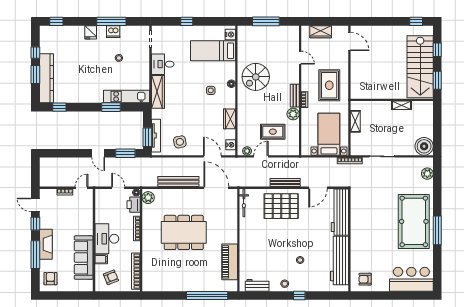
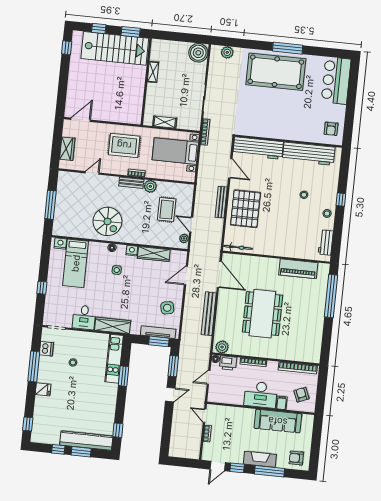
dishwasher: (113, 32) -> (46, 349), moved
wardrobe: (229, 119) -> (154, 254), width x1.50
nightstand: (231, 145) -> (132, 251), moved
door: (216, 188) -> (219, 275), swing flipped

